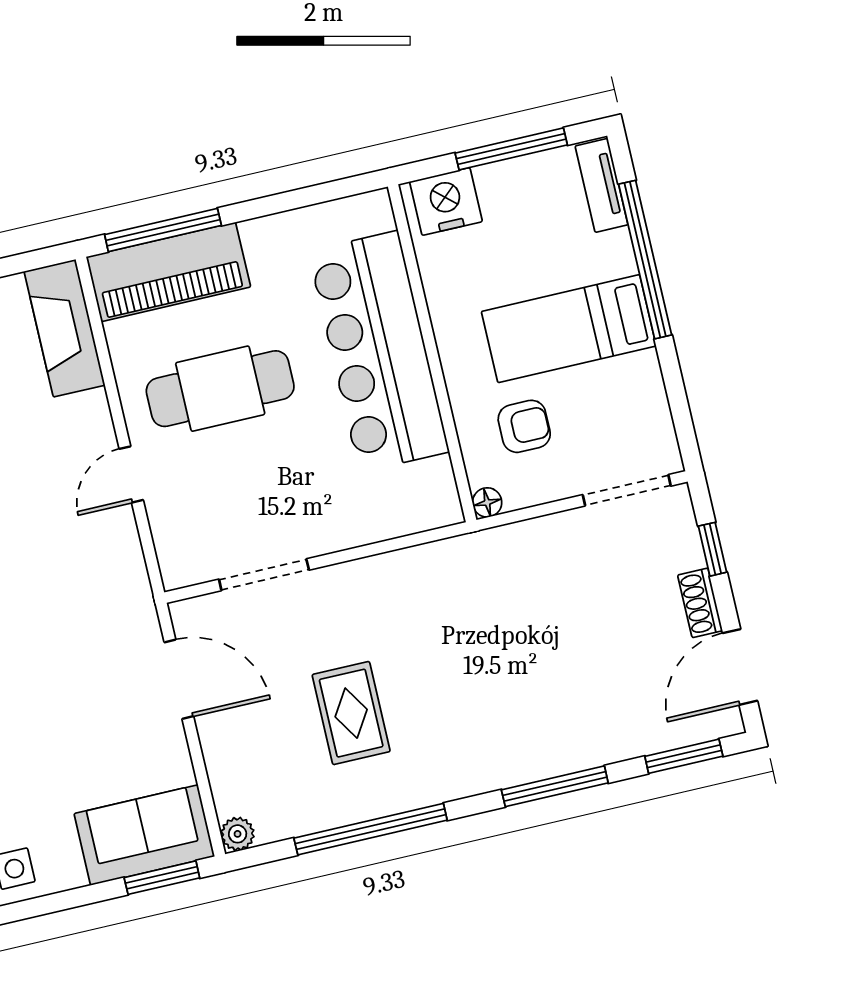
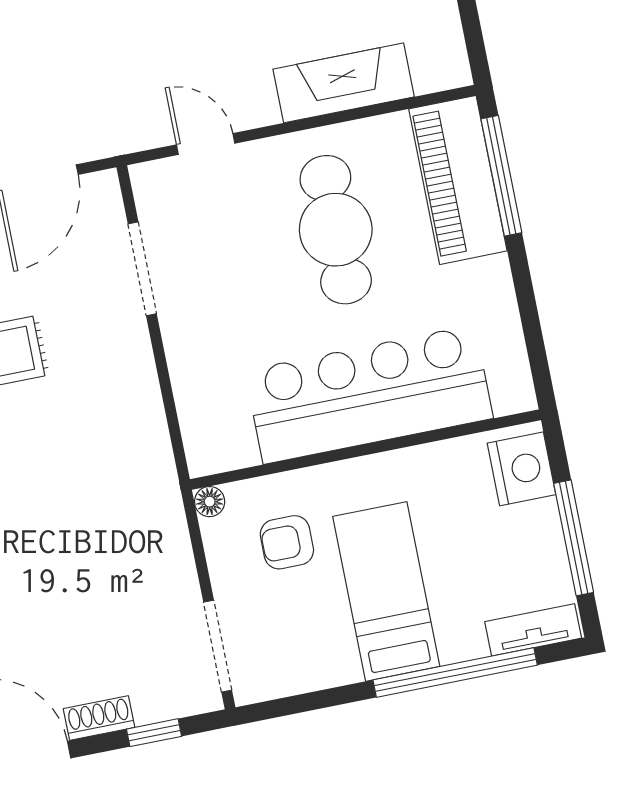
fireplace: (65, 328) -> (344, 83), moved
armchair: (524, 426) -> (287, 542), turned 90
door: (131, 474) -> (206, 144), moved

